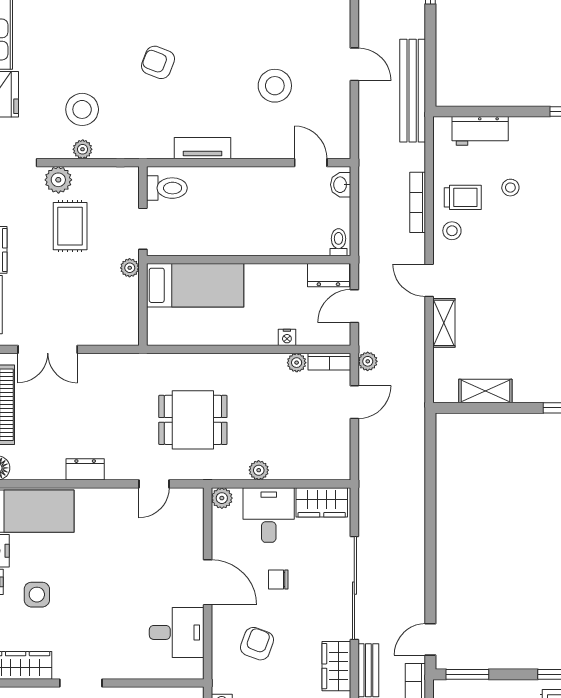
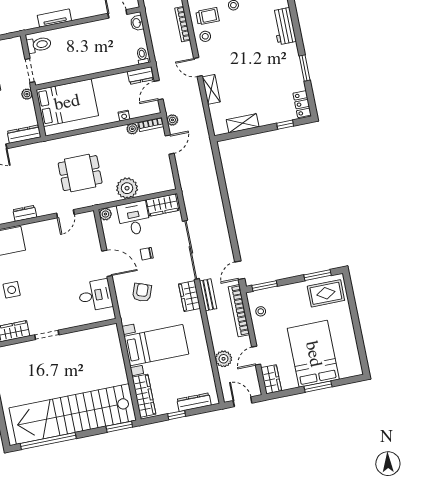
bed: (195, 285) -> (67, 103), width x1.50
dresser: (111, 335) -> (24, 134), added
plant: (259, 470) -> (127, 188), width x1.87, depth x1.87

